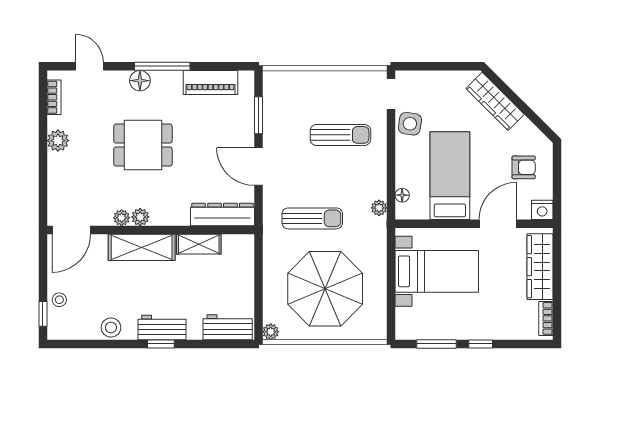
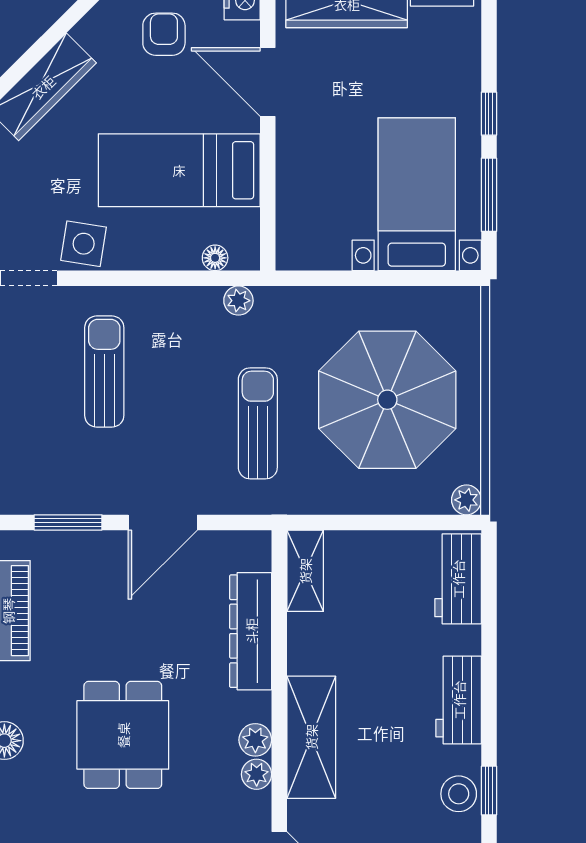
dresser: (222, 214) -> (251, 631), moved
shelving: (199, 244) -> (305, 571), moved
bed with nightstands: (437, 271) -> (417, 194), moved
window: (161, 344) -> (489, 791), moved

